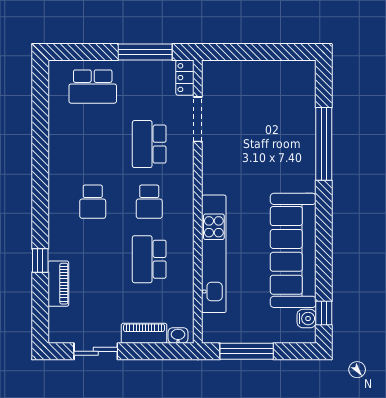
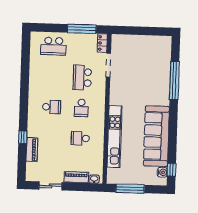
school desk: (93, 202) -> (51, 107), turned -90
school desk: (149, 259) -> (80, 138), width x0.54

